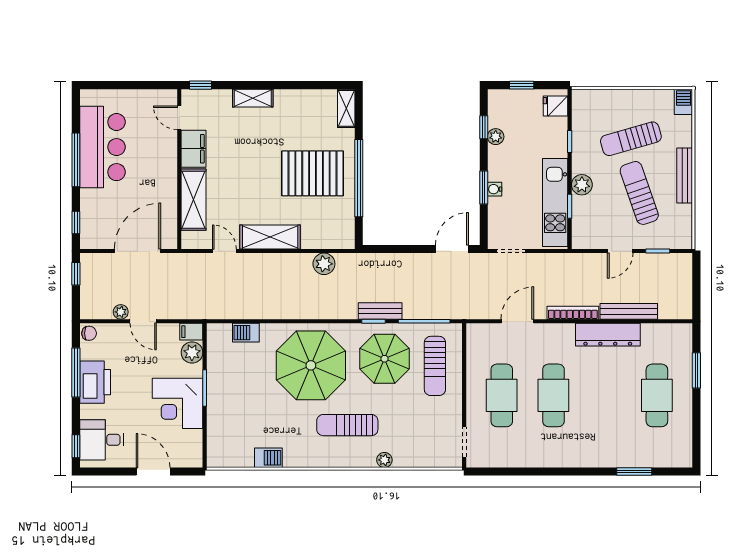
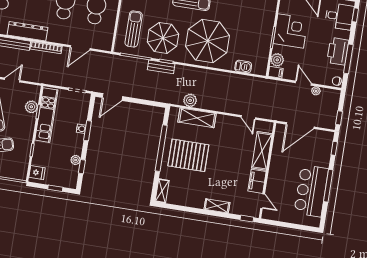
plant: (582, 185) -> (31, 107), moved
shelving: (270, 237) -> (197, 118), moved

